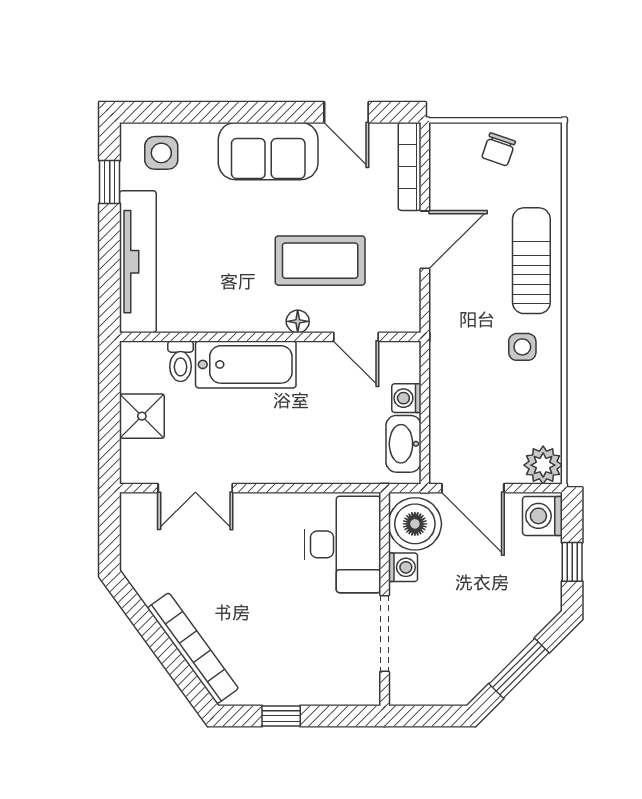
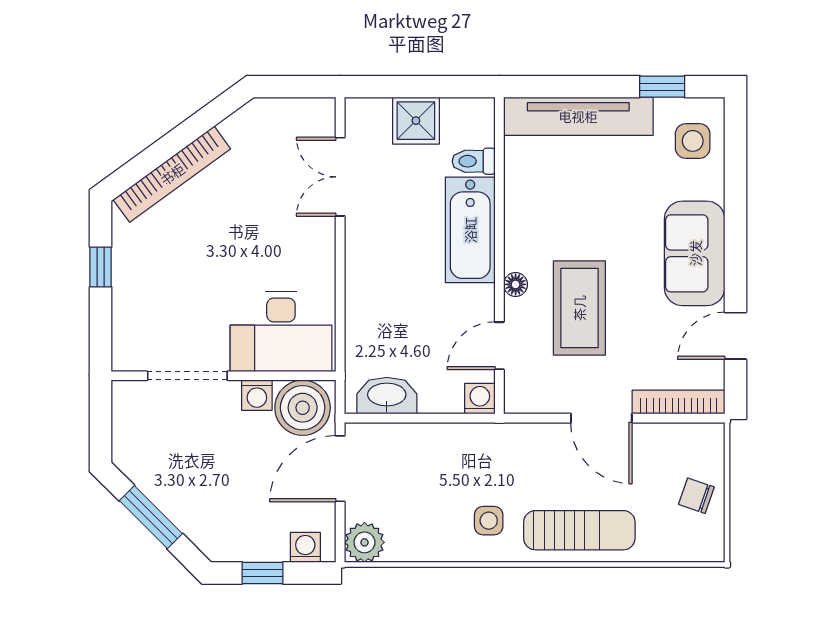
washing machine: (406, 398) -> (480, 399), moved
washing machine: (542, 516) -> (305, 547), width x0.73, depth x0.73

